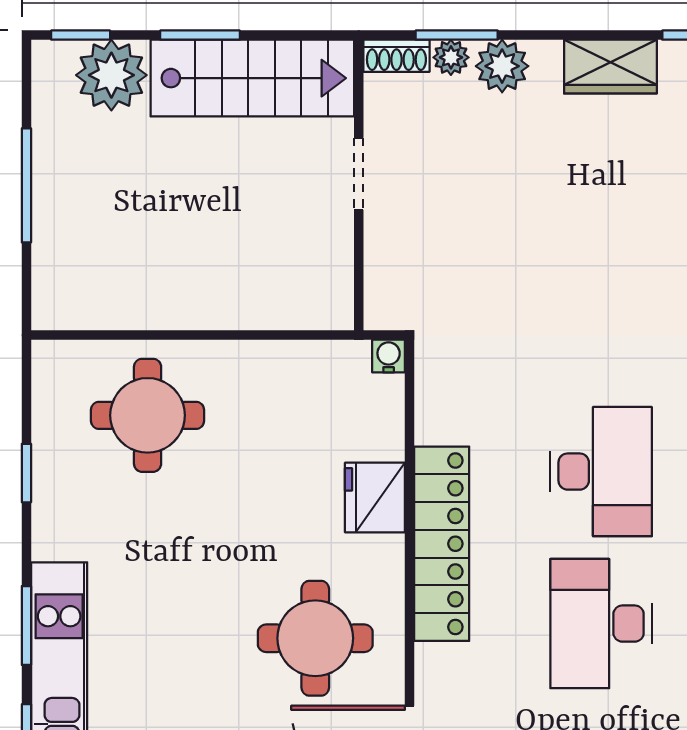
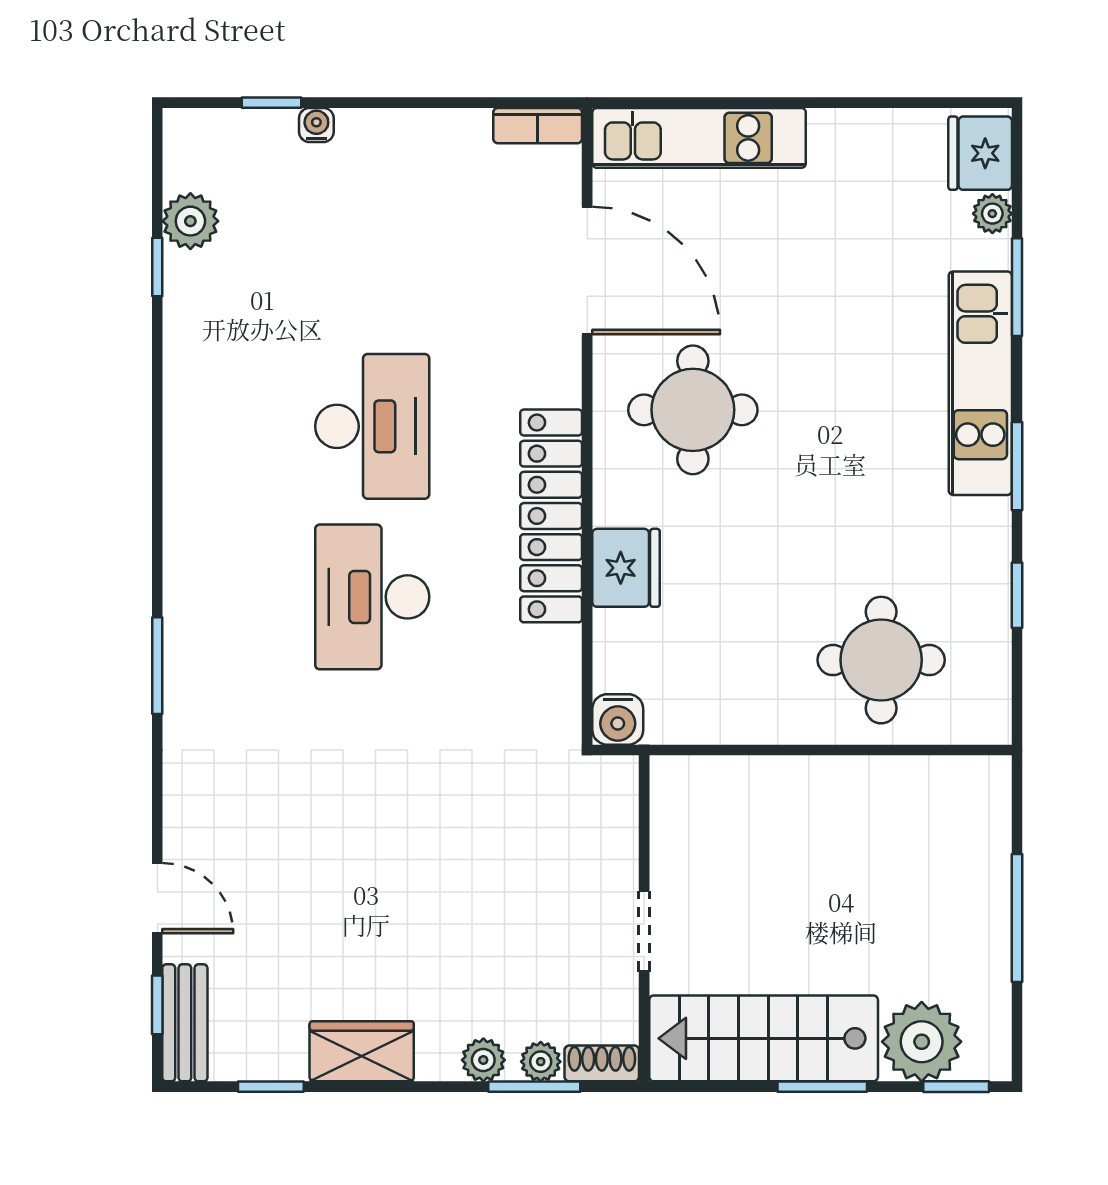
plant: (502, 66) -> (483, 1060), width x0.73, depth x0.73
water cooler: (389, 356) -> (618, 719), width x1.38, depth x1.38
window: (26, 625) -> (1017, 466), moved

